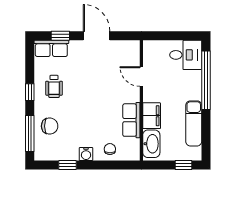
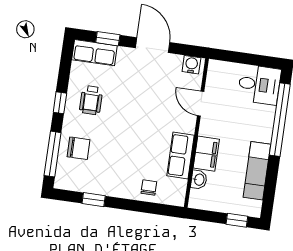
washbasin: (151, 144) -> (199, 180), width x0.52, depth x0.69
water cooler: (86, 154) -> (191, 65), moved, turned 180

